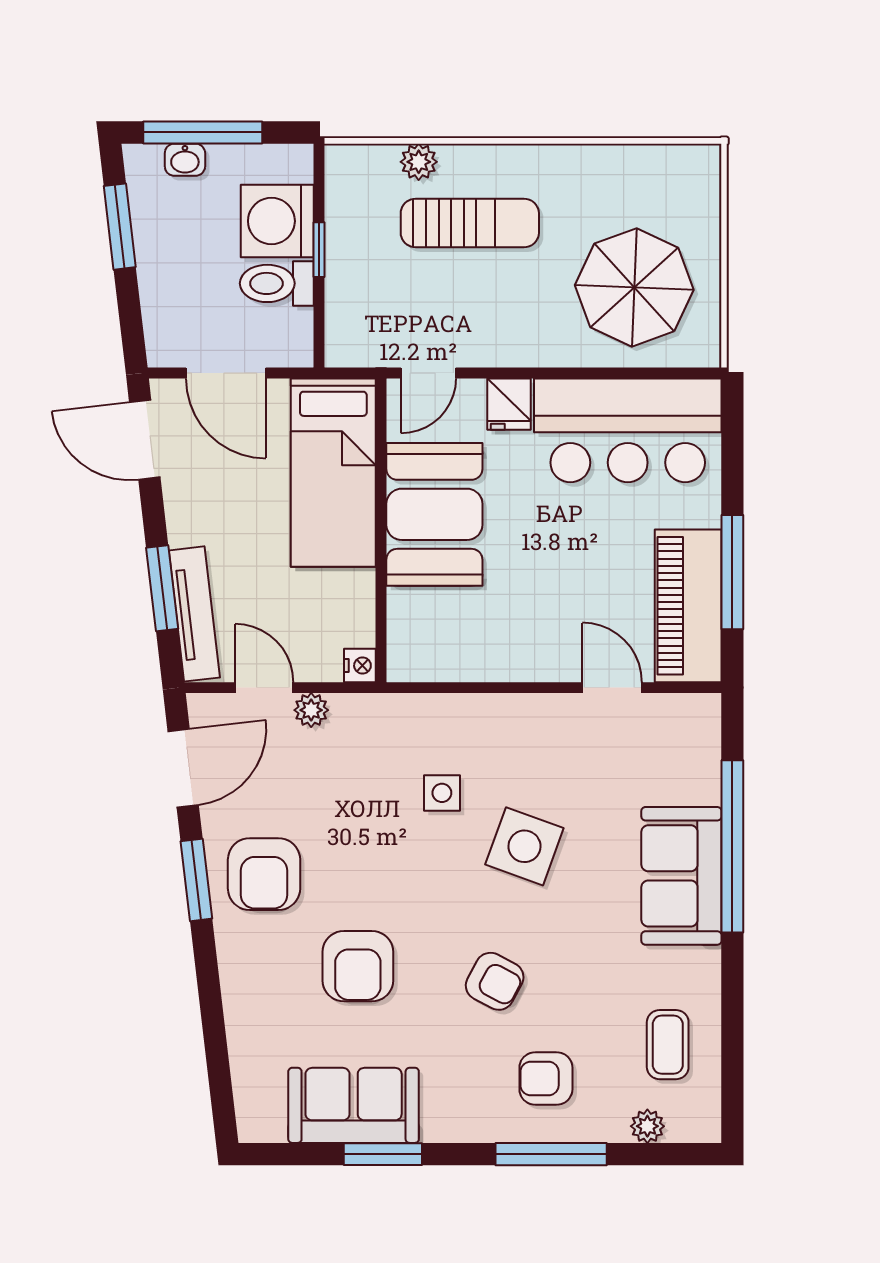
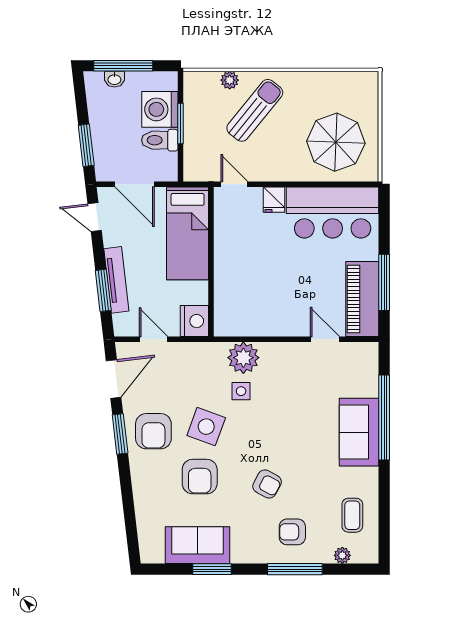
sun lounger: (470, 223) -> (255, 110), turned -51
window: (120, 227) -> (86, 145), moved
window: (319, 250) -> (181, 124), width x1.50
door: (428, 373) -> (234, 184), swing flipped
door: (145, 440) -> (95, 217), width x0.73
booth: (434, 514) -> (237, 254), removed
tv unit: (194, 614) -> (116, 280), moved
nightstand: (360, 666) -> (194, 321), width x1.89, depth x1.79
plant: (311, 710) -> (243, 358), moved, width x1.88, depth x1.88
side table: (524, 846) -> (206, 427), moved

